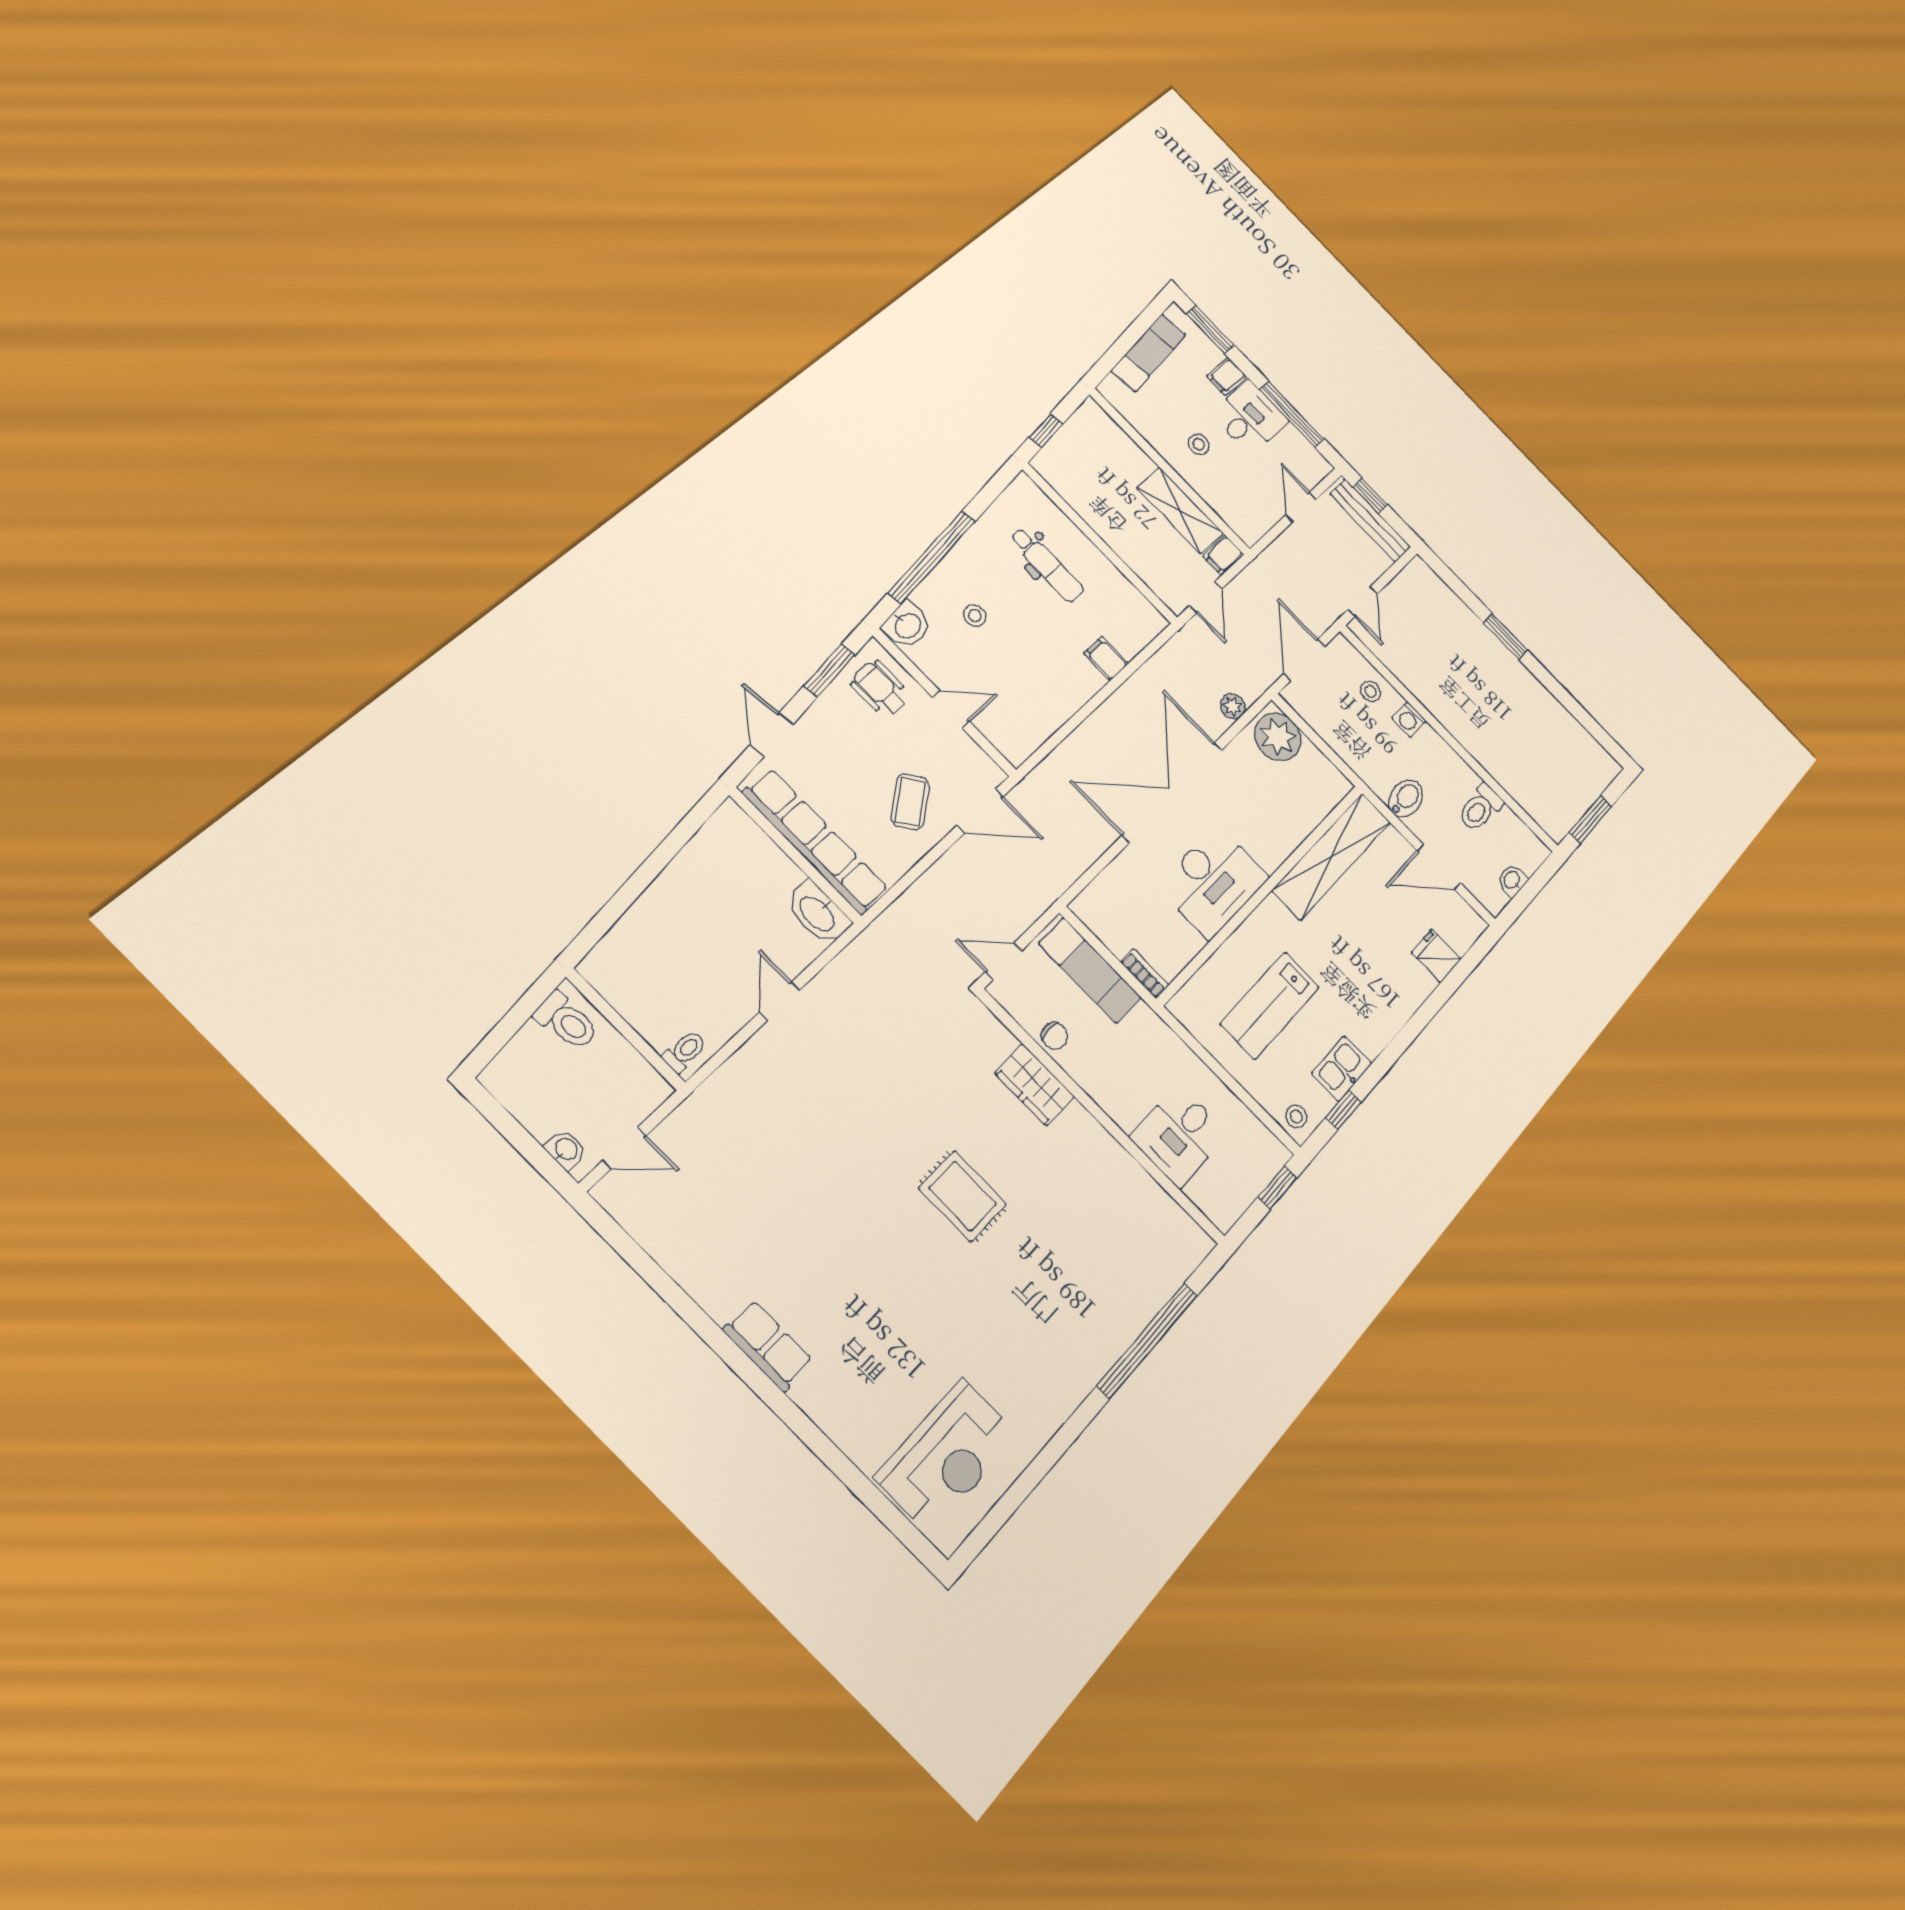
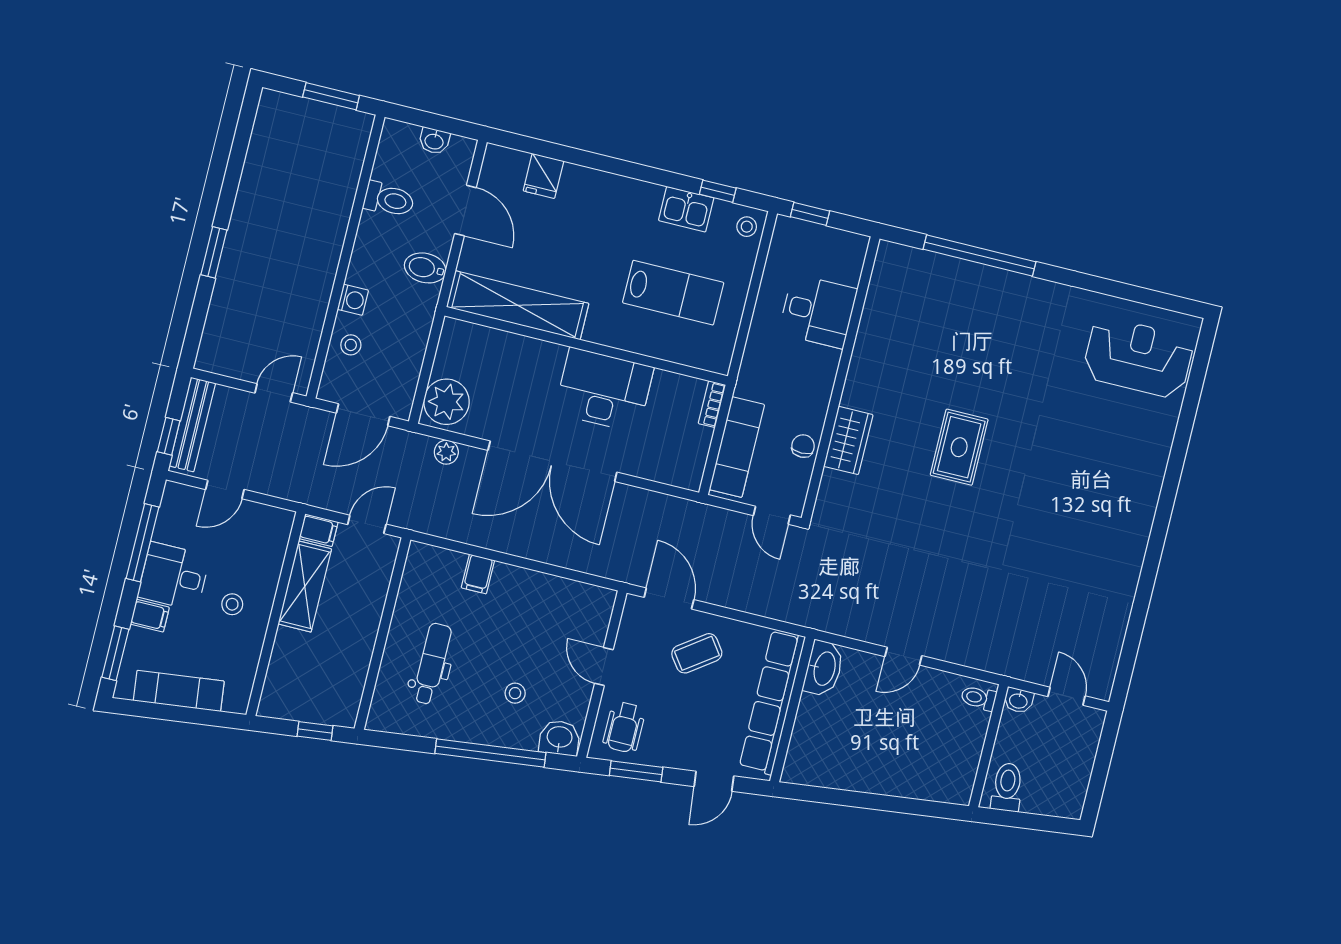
washbasin: (566, 1149) -> (1018, 700), moved, turned -90
row of seats: (768, 1346) -> (1137, 522), removed

